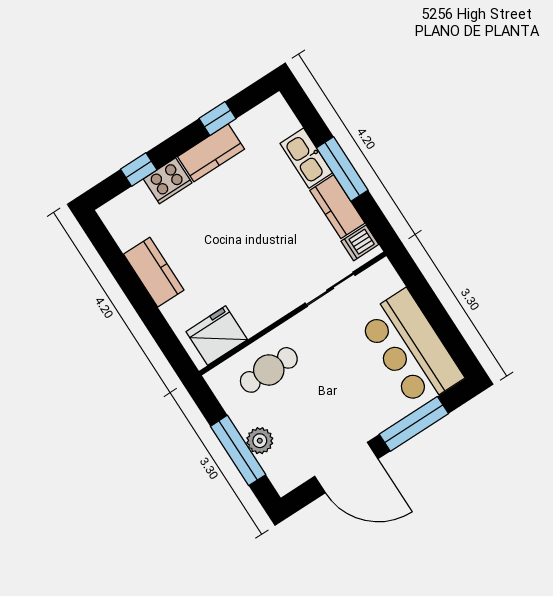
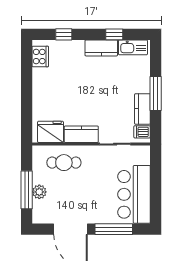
kitchen sink: (306, 158) -> (133, 47), moved, turned -90
cooker: (168, 181) -> (40, 56), moved, turned -90
kitchen counter: (154, 272) -> (81, 134), moved, turned -90

